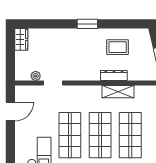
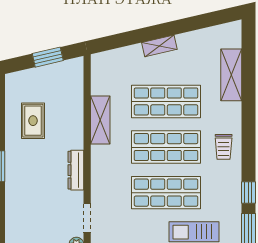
dresser: (114, 76) -> (76, 170), moved

